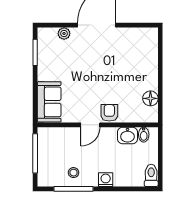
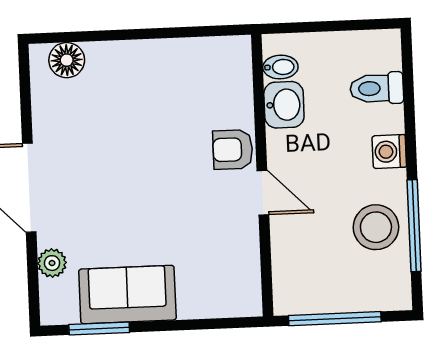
floor lamp: (150, 98) -> (67, 60), moved
sofa: (49, 102) -> (127, 295), moved
stool: (74, 173) -> (376, 227), width x1.89, depth x1.89
toilet: (151, 175) -> (377, 88), moved

